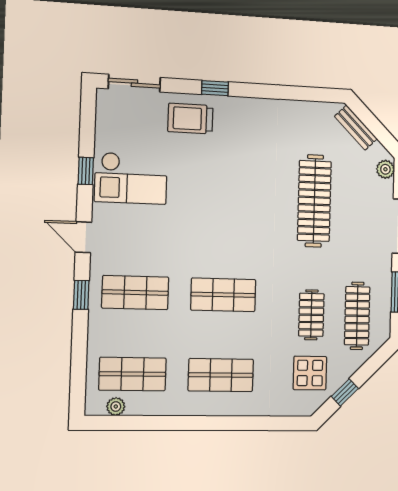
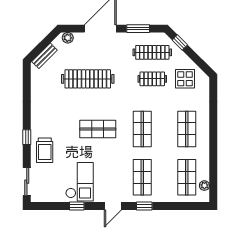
shop shelf: (226, 215) -> (98, 129), added
window: (345, 392) -> (180, 42), moved

